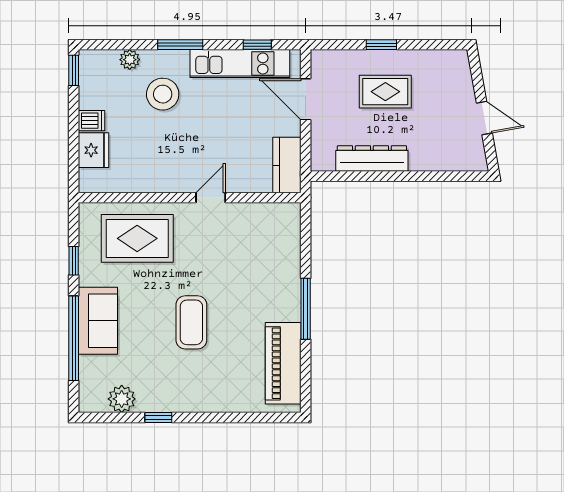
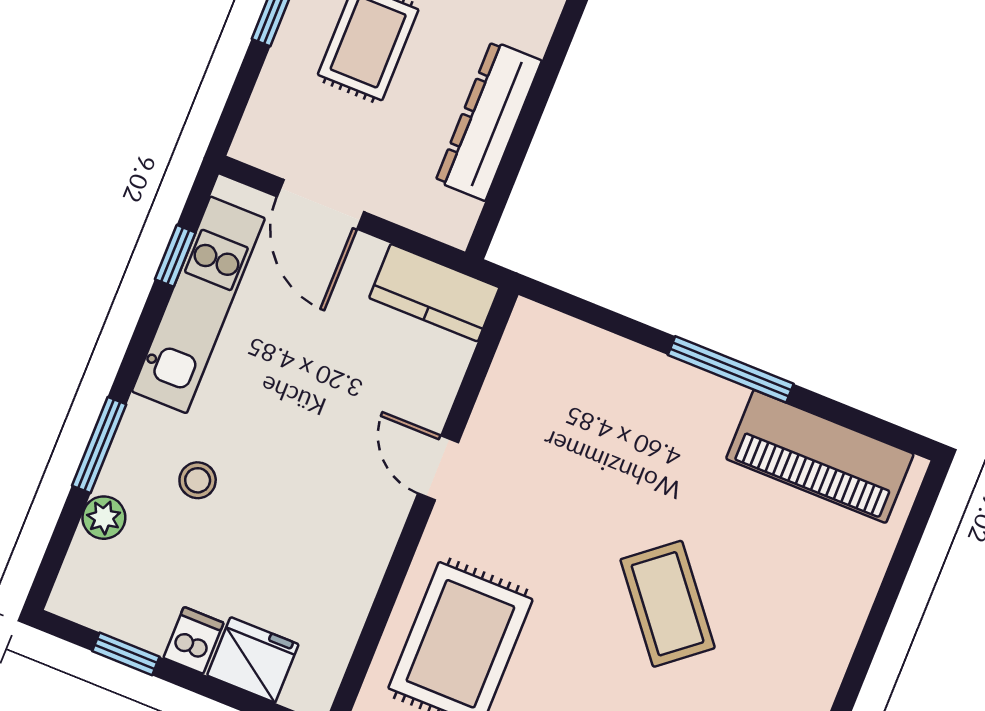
window: (180, 45) -> (99, 445), moved
window: (74, 70) -> (126, 654), moved
stool: (163, 94) -> (198, 480), width x0.53, depth x0.53
door: (306, 99) -> (320, 204), hinge flipped
coffee table: (191, 322) -> (668, 604), turned 51

